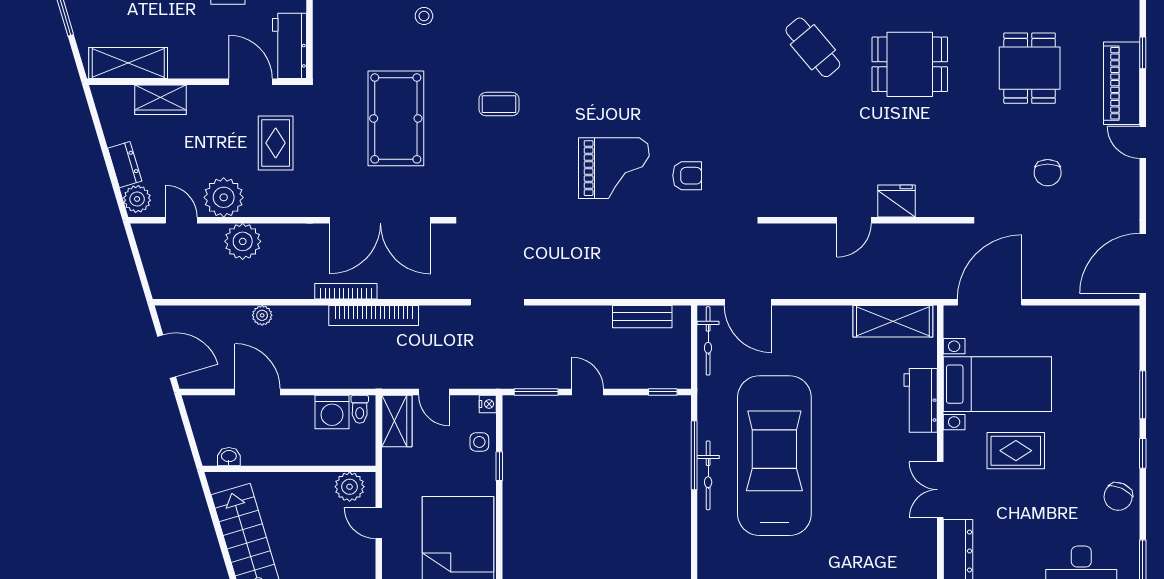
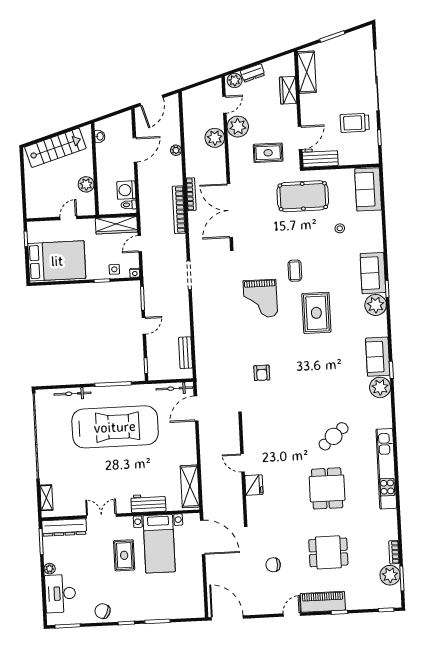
rug: (580, 68) -> (316, 313), added
pool table: (396, 118) -> (303, 196), moved
grand piano: (614, 168) -> (260, 299), moved
wardrobe: (397, 421) -> (116, 225), width x1.50
bicycle: (708, 475) -> (72, 394), moved
plant: (350, 487) -> (86, 184), moved

